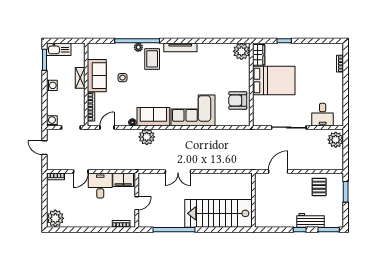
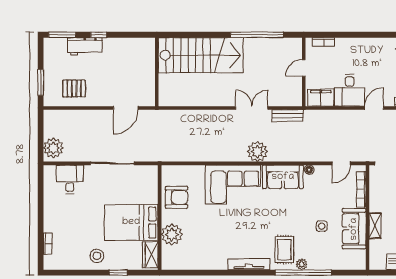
plant: (241, 51) -> (172, 234), moved
stool: (301, 54) -> (97, 256), added
plant: (147, 137) -> (257, 152), moved
bench: (150, 165) -> (287, 116), added
pallet: (319, 187) -> (74, 88), turned 90

